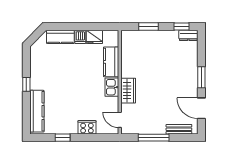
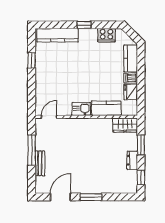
dresser: (188, 35) -> (132, 160), moved
wardrobe: (128, 91) -> (125, 125), moved
cooker: (87, 127) -> (106, 35), moved, turned 90
bench: (179, 129) -> (40, 163), moved

